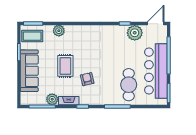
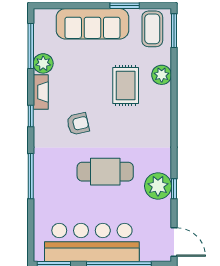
plant: (135, 33) -> (158, 186), moved
rug: (65, 66) -> (126, 86), moved, turned 90
cafe table: (129, 85) -> (105, 172), moved

